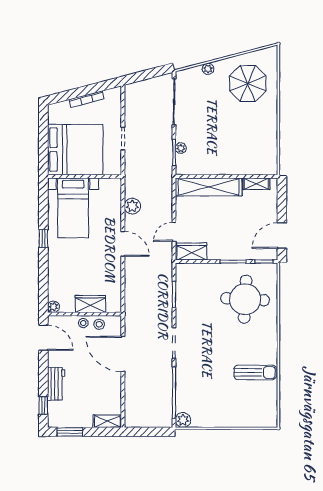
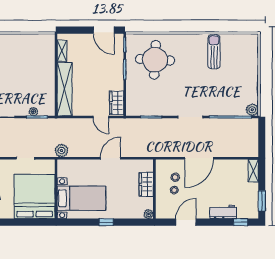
plant: (132, 206) -> (61, 151), moved
wardrobe: (90, 304) -> (146, 184), moved
plant: (53, 307) -> (149, 214), moved
wall: (85, 314) -> (154, 189), moved

